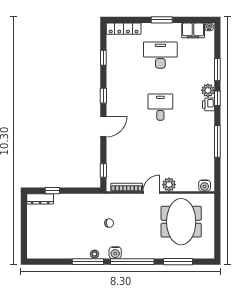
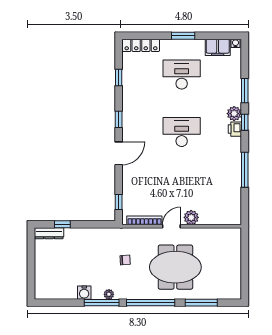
desk: (160, 107) -> (182, 132), width x1.37
water cooler: (205, 186) -> (230, 219), removed
meeting table: (181, 222) -> (175, 267), moved, turned 90
water cooler: (115, 253) -> (84, 293), moved

